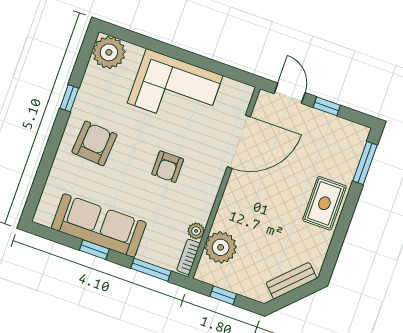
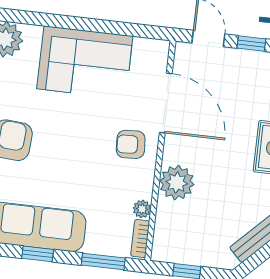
door: (239, 142) -> (166, 103), hinge flipped
armchair: (168, 167) -> (131, 144), moved, turned 87
plant: (221, 247) -> (177, 183), moved

